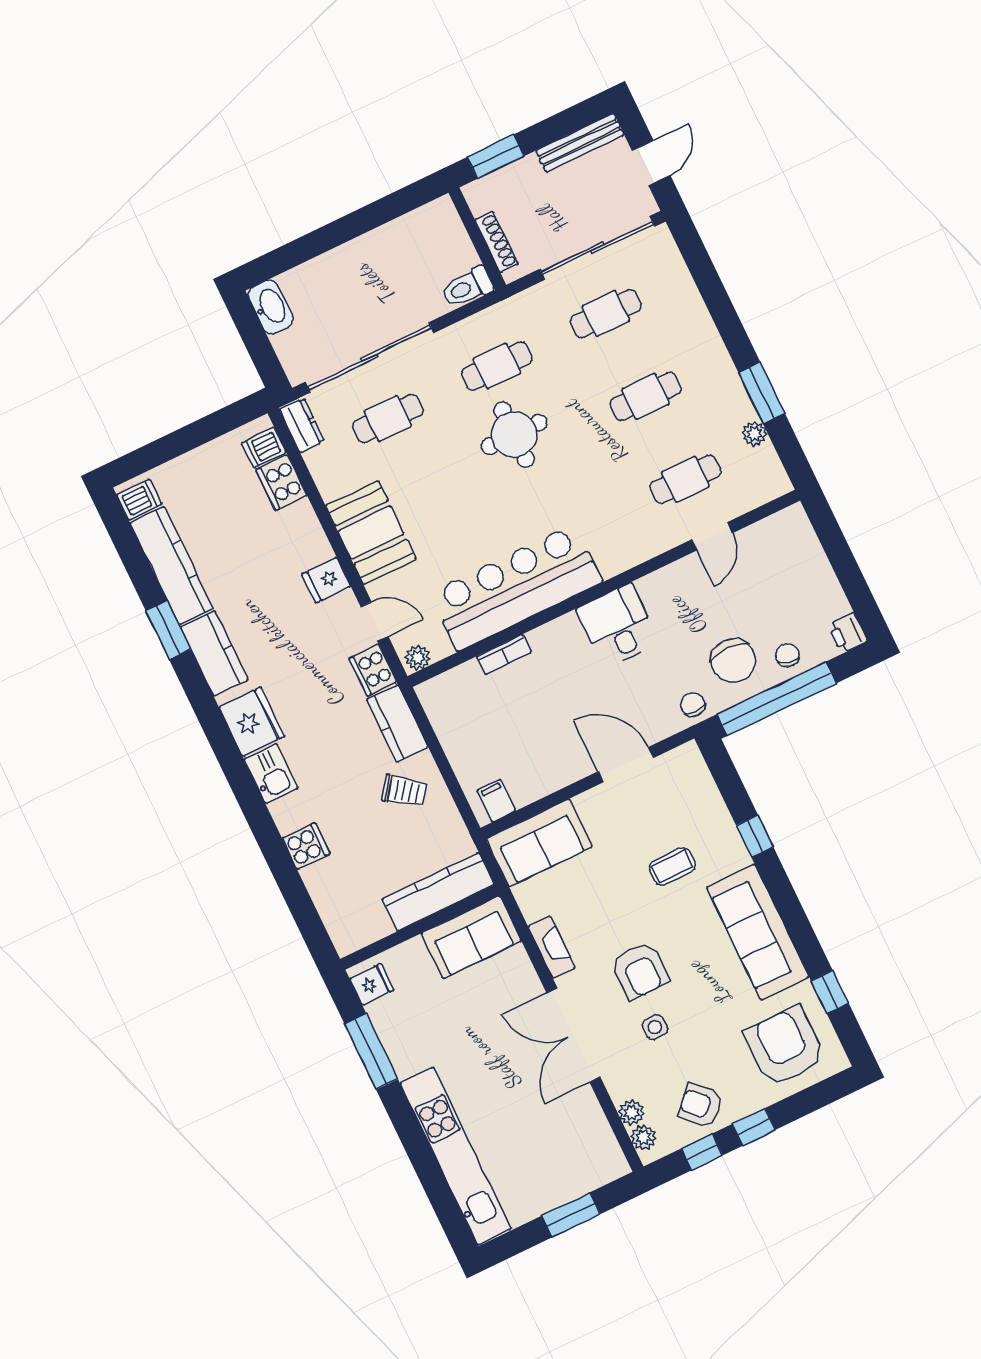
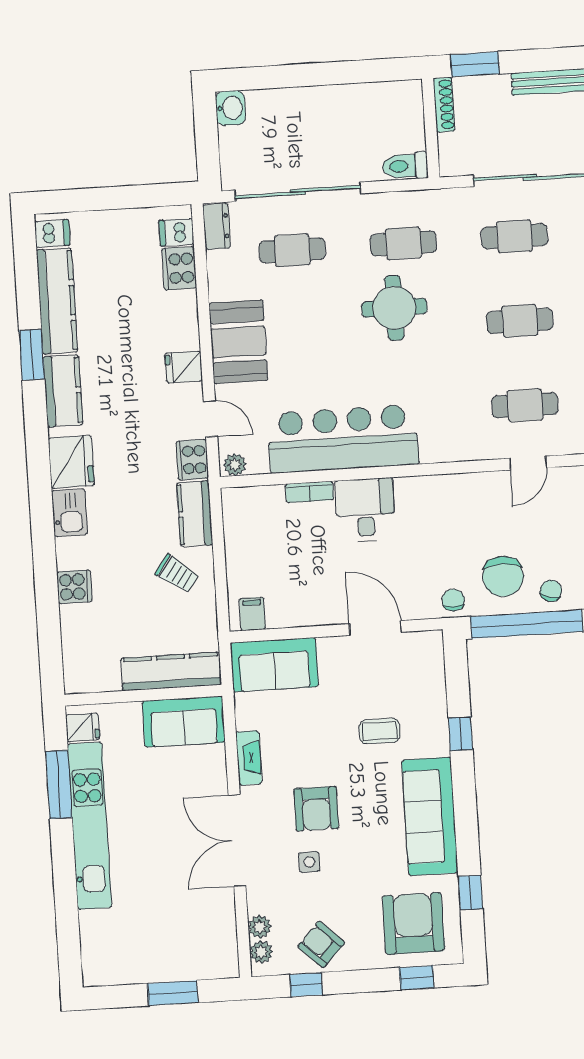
shoe rack: (497, 242) -> (444, 105), moved
washbasin: (271, 307) -> (230, 108), width x0.72
desk: (618, 626) -> (365, 510), moved
window: (754, 1127) -> (417, 978), moved
kitchen unit: (455, 1156) -> (90, 826), moved

